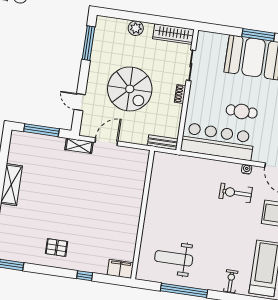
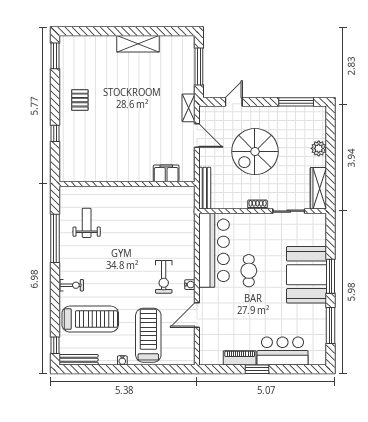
bench: (163, 142) -> (205, 188), width x1.36
exercise bike: (236, 193) -> (164, 277), turned 180
weight bench: (174, 258) -> (87, 223), width x0.73, depth x0.75
filing cabinet: (120, 269) -> (166, 173), moved, turned -90

